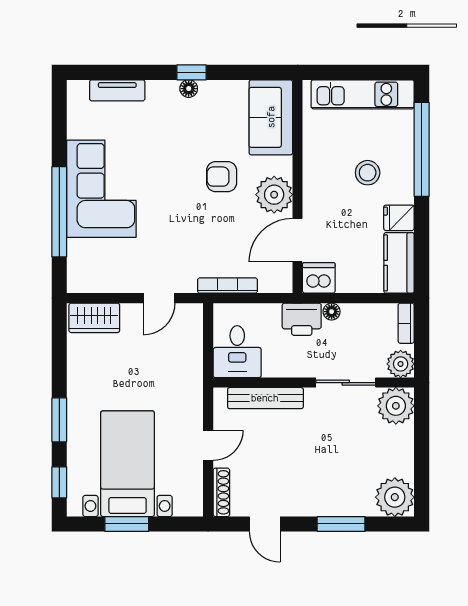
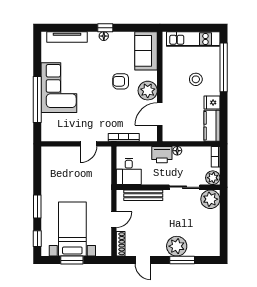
tv unit: (117, 90) -> (67, 37), width x1.41
dishwasher: (319, 278) -> (171, 133), removed
wardrobe: (94, 318) -> (55, 154), removed
plant: (395, 497) -> (177, 246), moved

